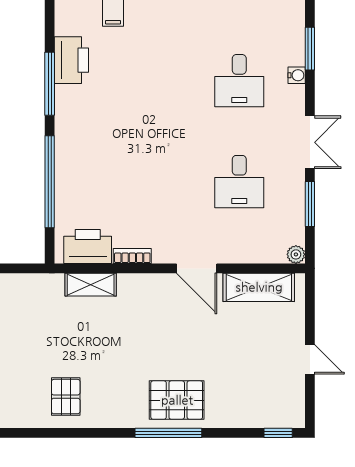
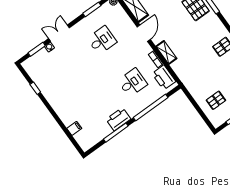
printer: (71, 60) -> (118, 119), moved
desk: (239, 81) -> (132, 83), moved
double door: (310, 142) -> (59, 33), moved
shelving: (91, 285) -> (166, 52), moved

